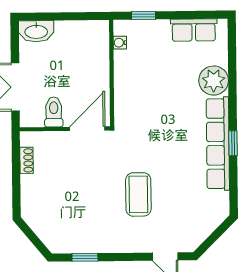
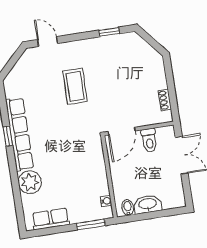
window: (144, 15) -> (91, 224), width x1.50
bidet: (94, 30) -> (128, 207), added
washbasin: (36, 31) -> (148, 204), moved

